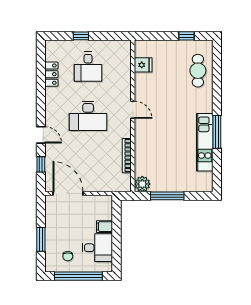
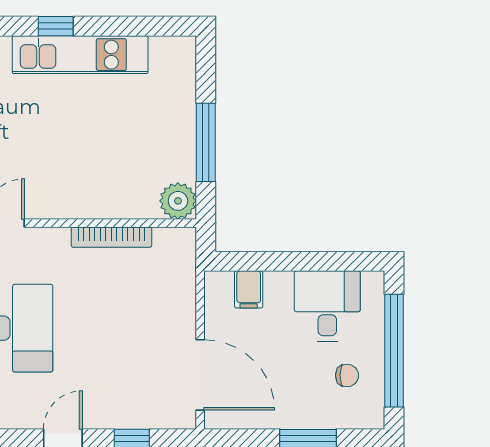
window: (217, 132) -> (56, 26), width x0.46
door: (68, 193) -> (200, 375), swing flipped
filing cabinet: (105, 227) -> (249, 289), moved

